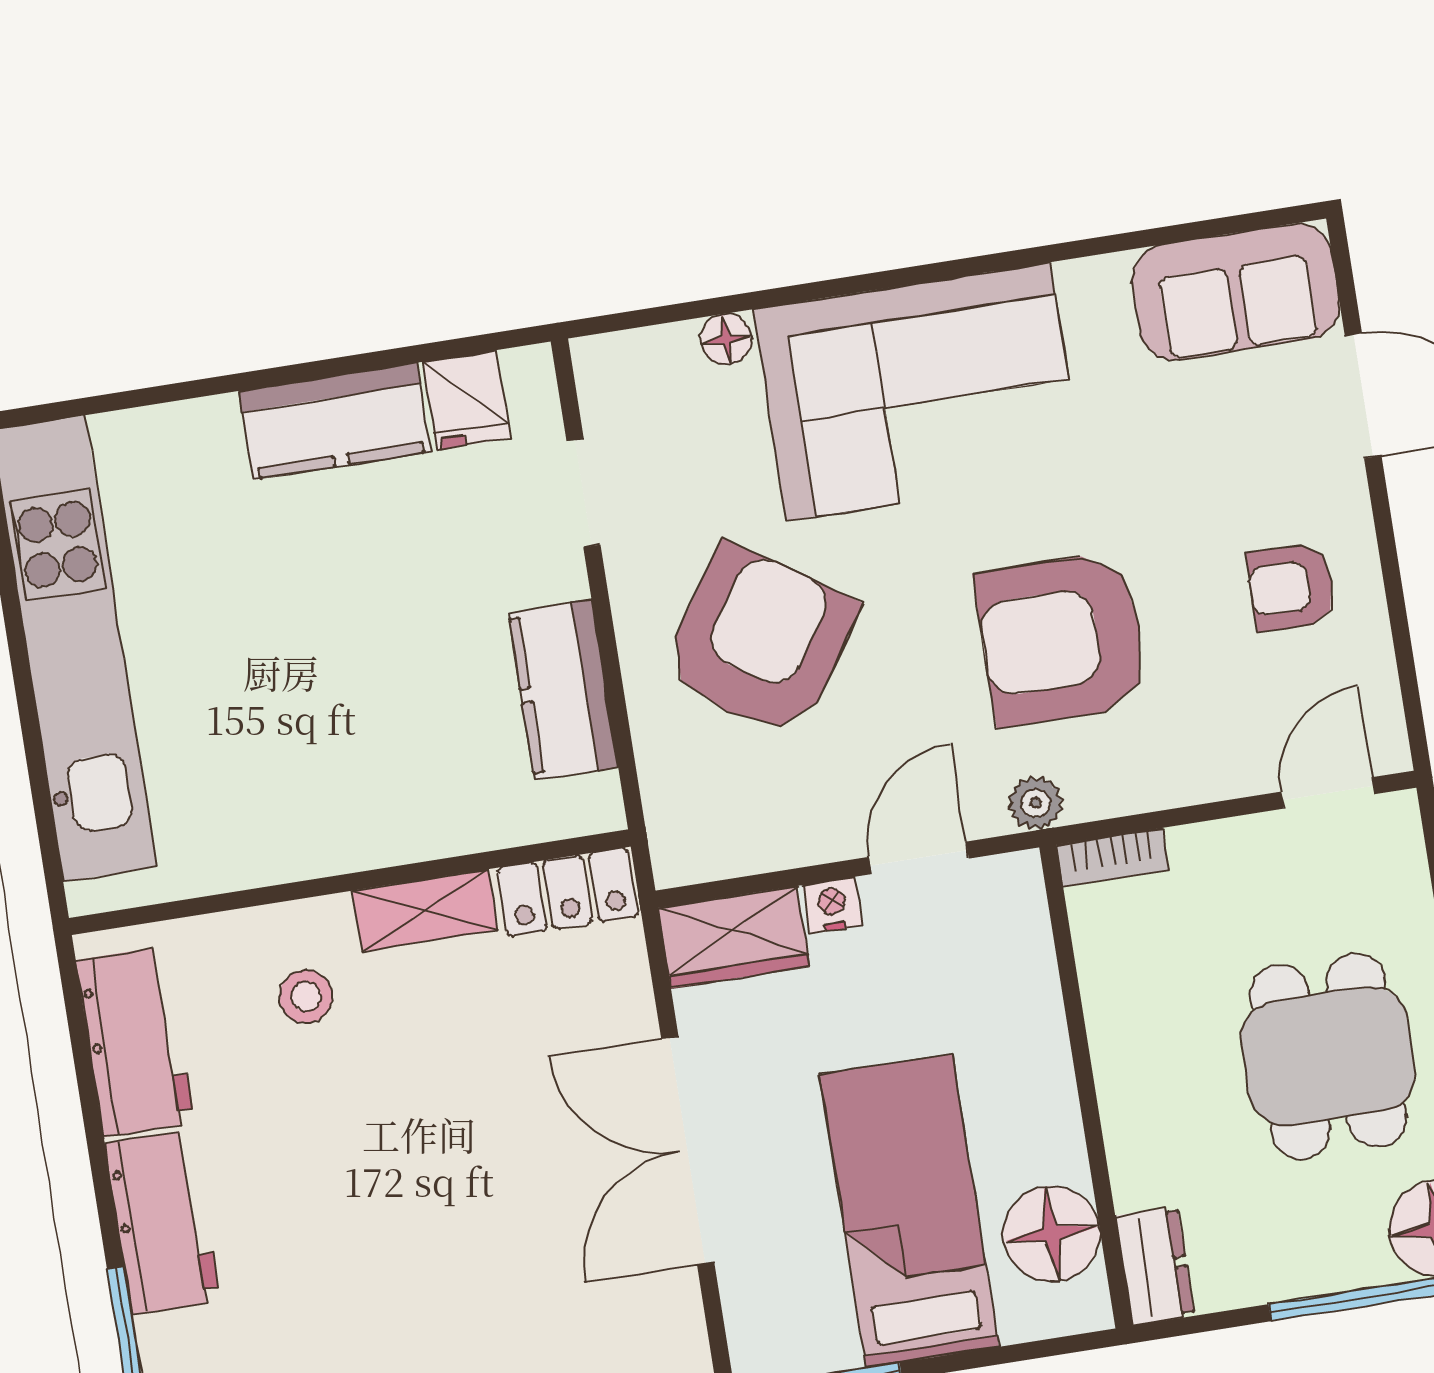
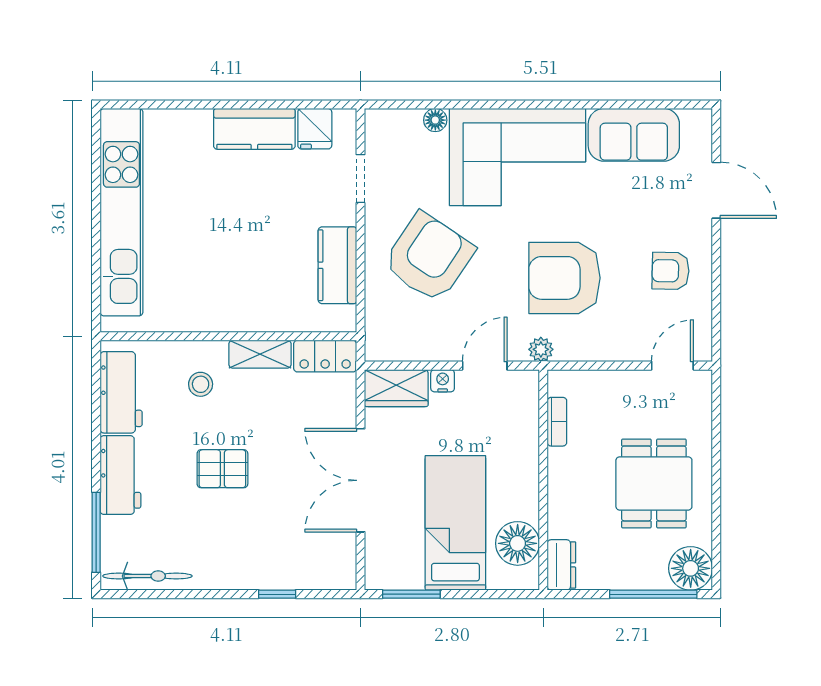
sofa: (1236, 292) -> (634, 135), moved
bookcase: (1113, 858) -> (557, 422), moved, turned -90
pallet: (383, 1173) -> (222, 469), added

